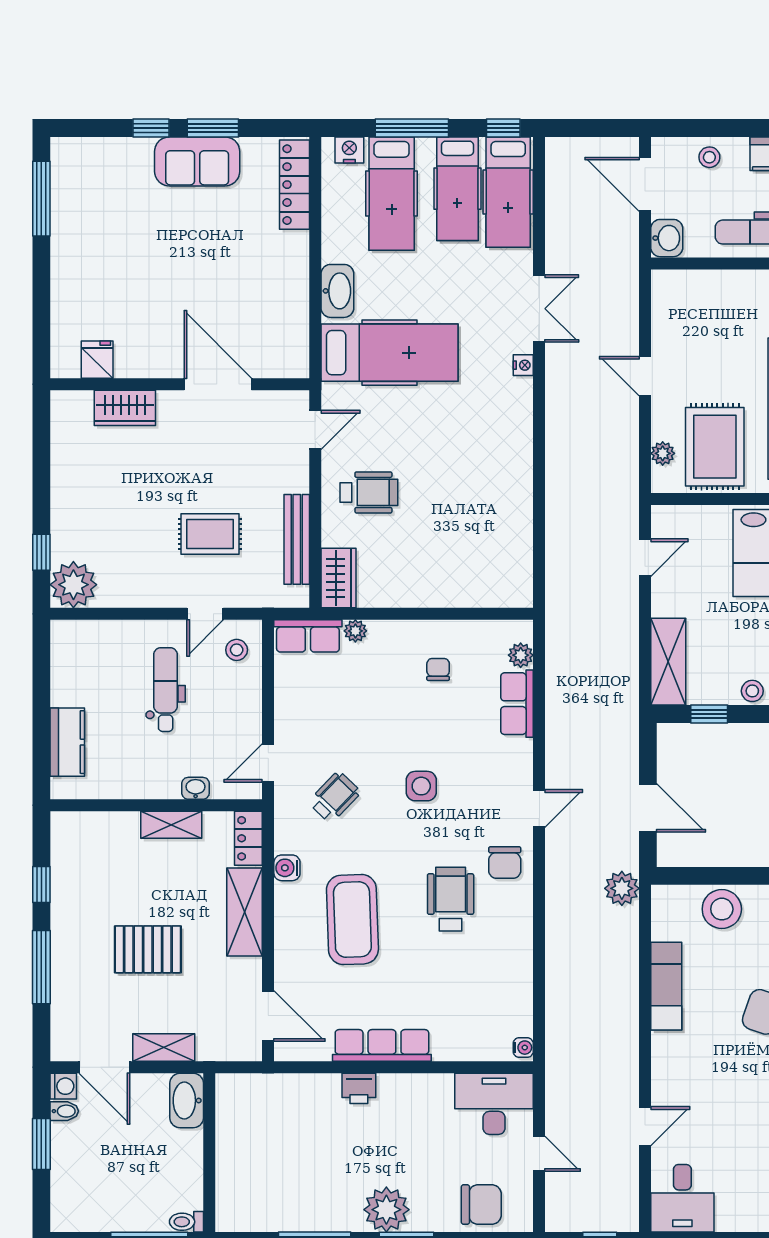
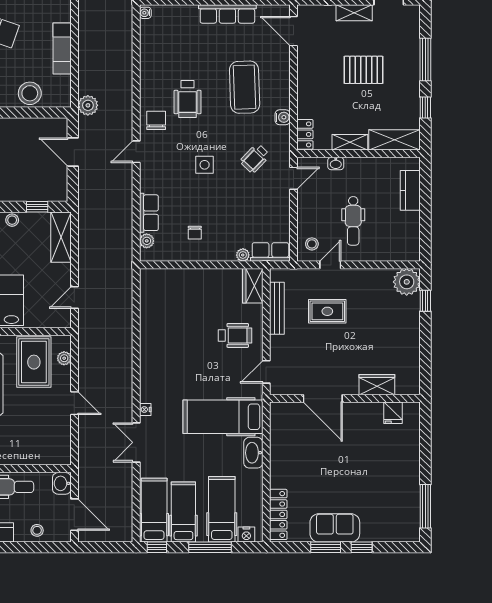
wheelchair: (369, 492) -> (235, 335), turned 180
shelving: (245, 912) -> (395, 140), moved, turned 90

